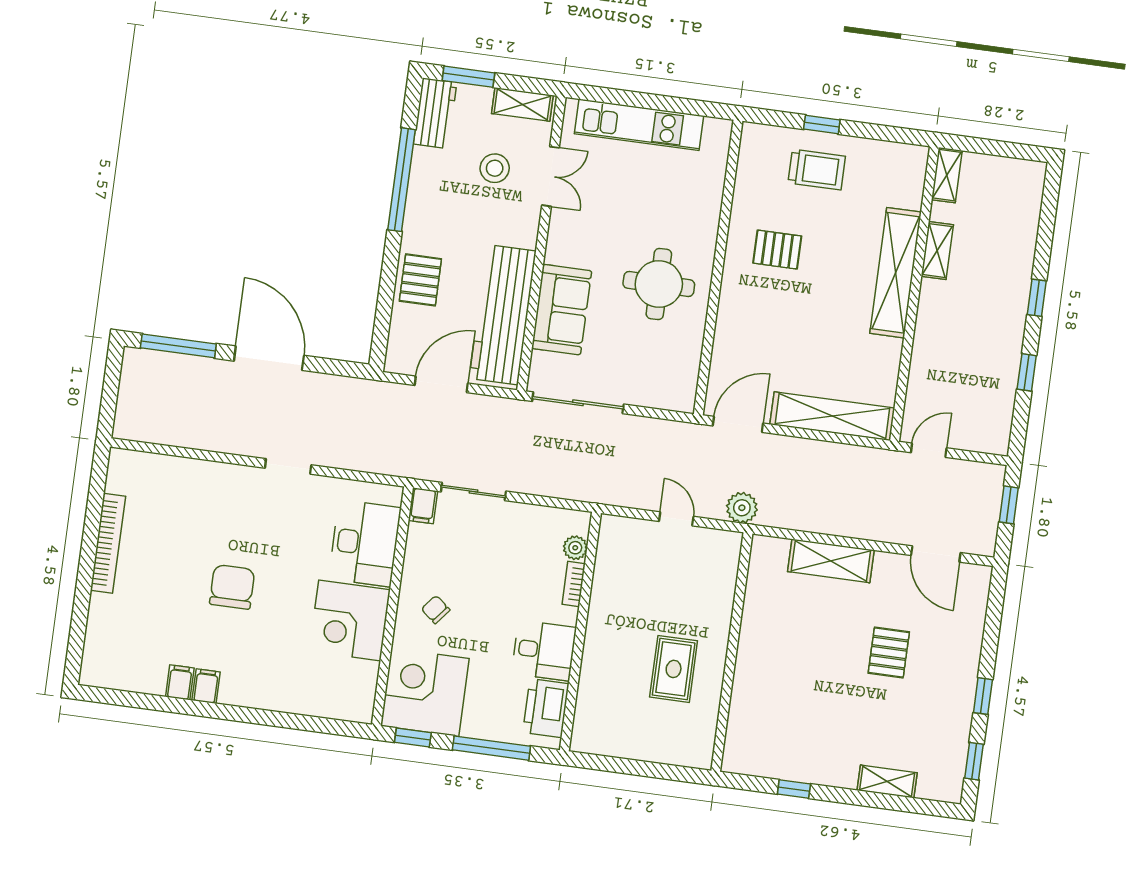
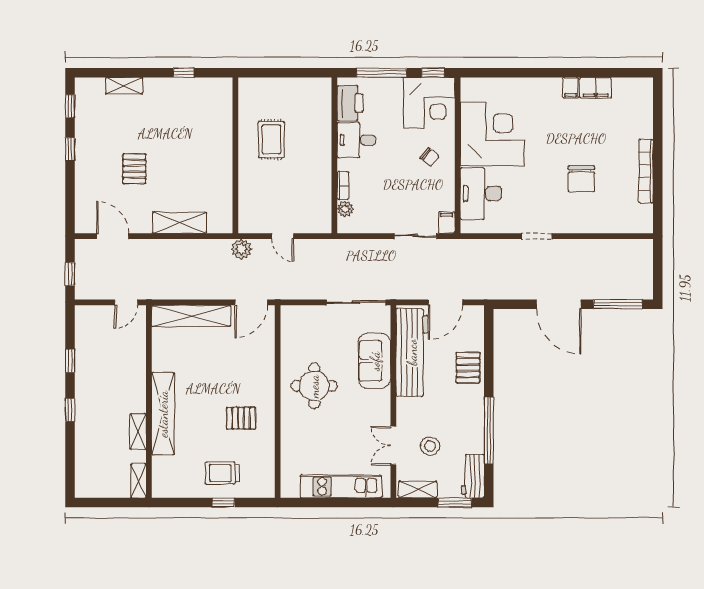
chair: (232, 587) -> (581, 179), moved
corner desk: (350, 620) -> (492, 134), width x1.36, depth x1.36
filing cabinet: (180, 682) -> (596, 88), width x2.00

